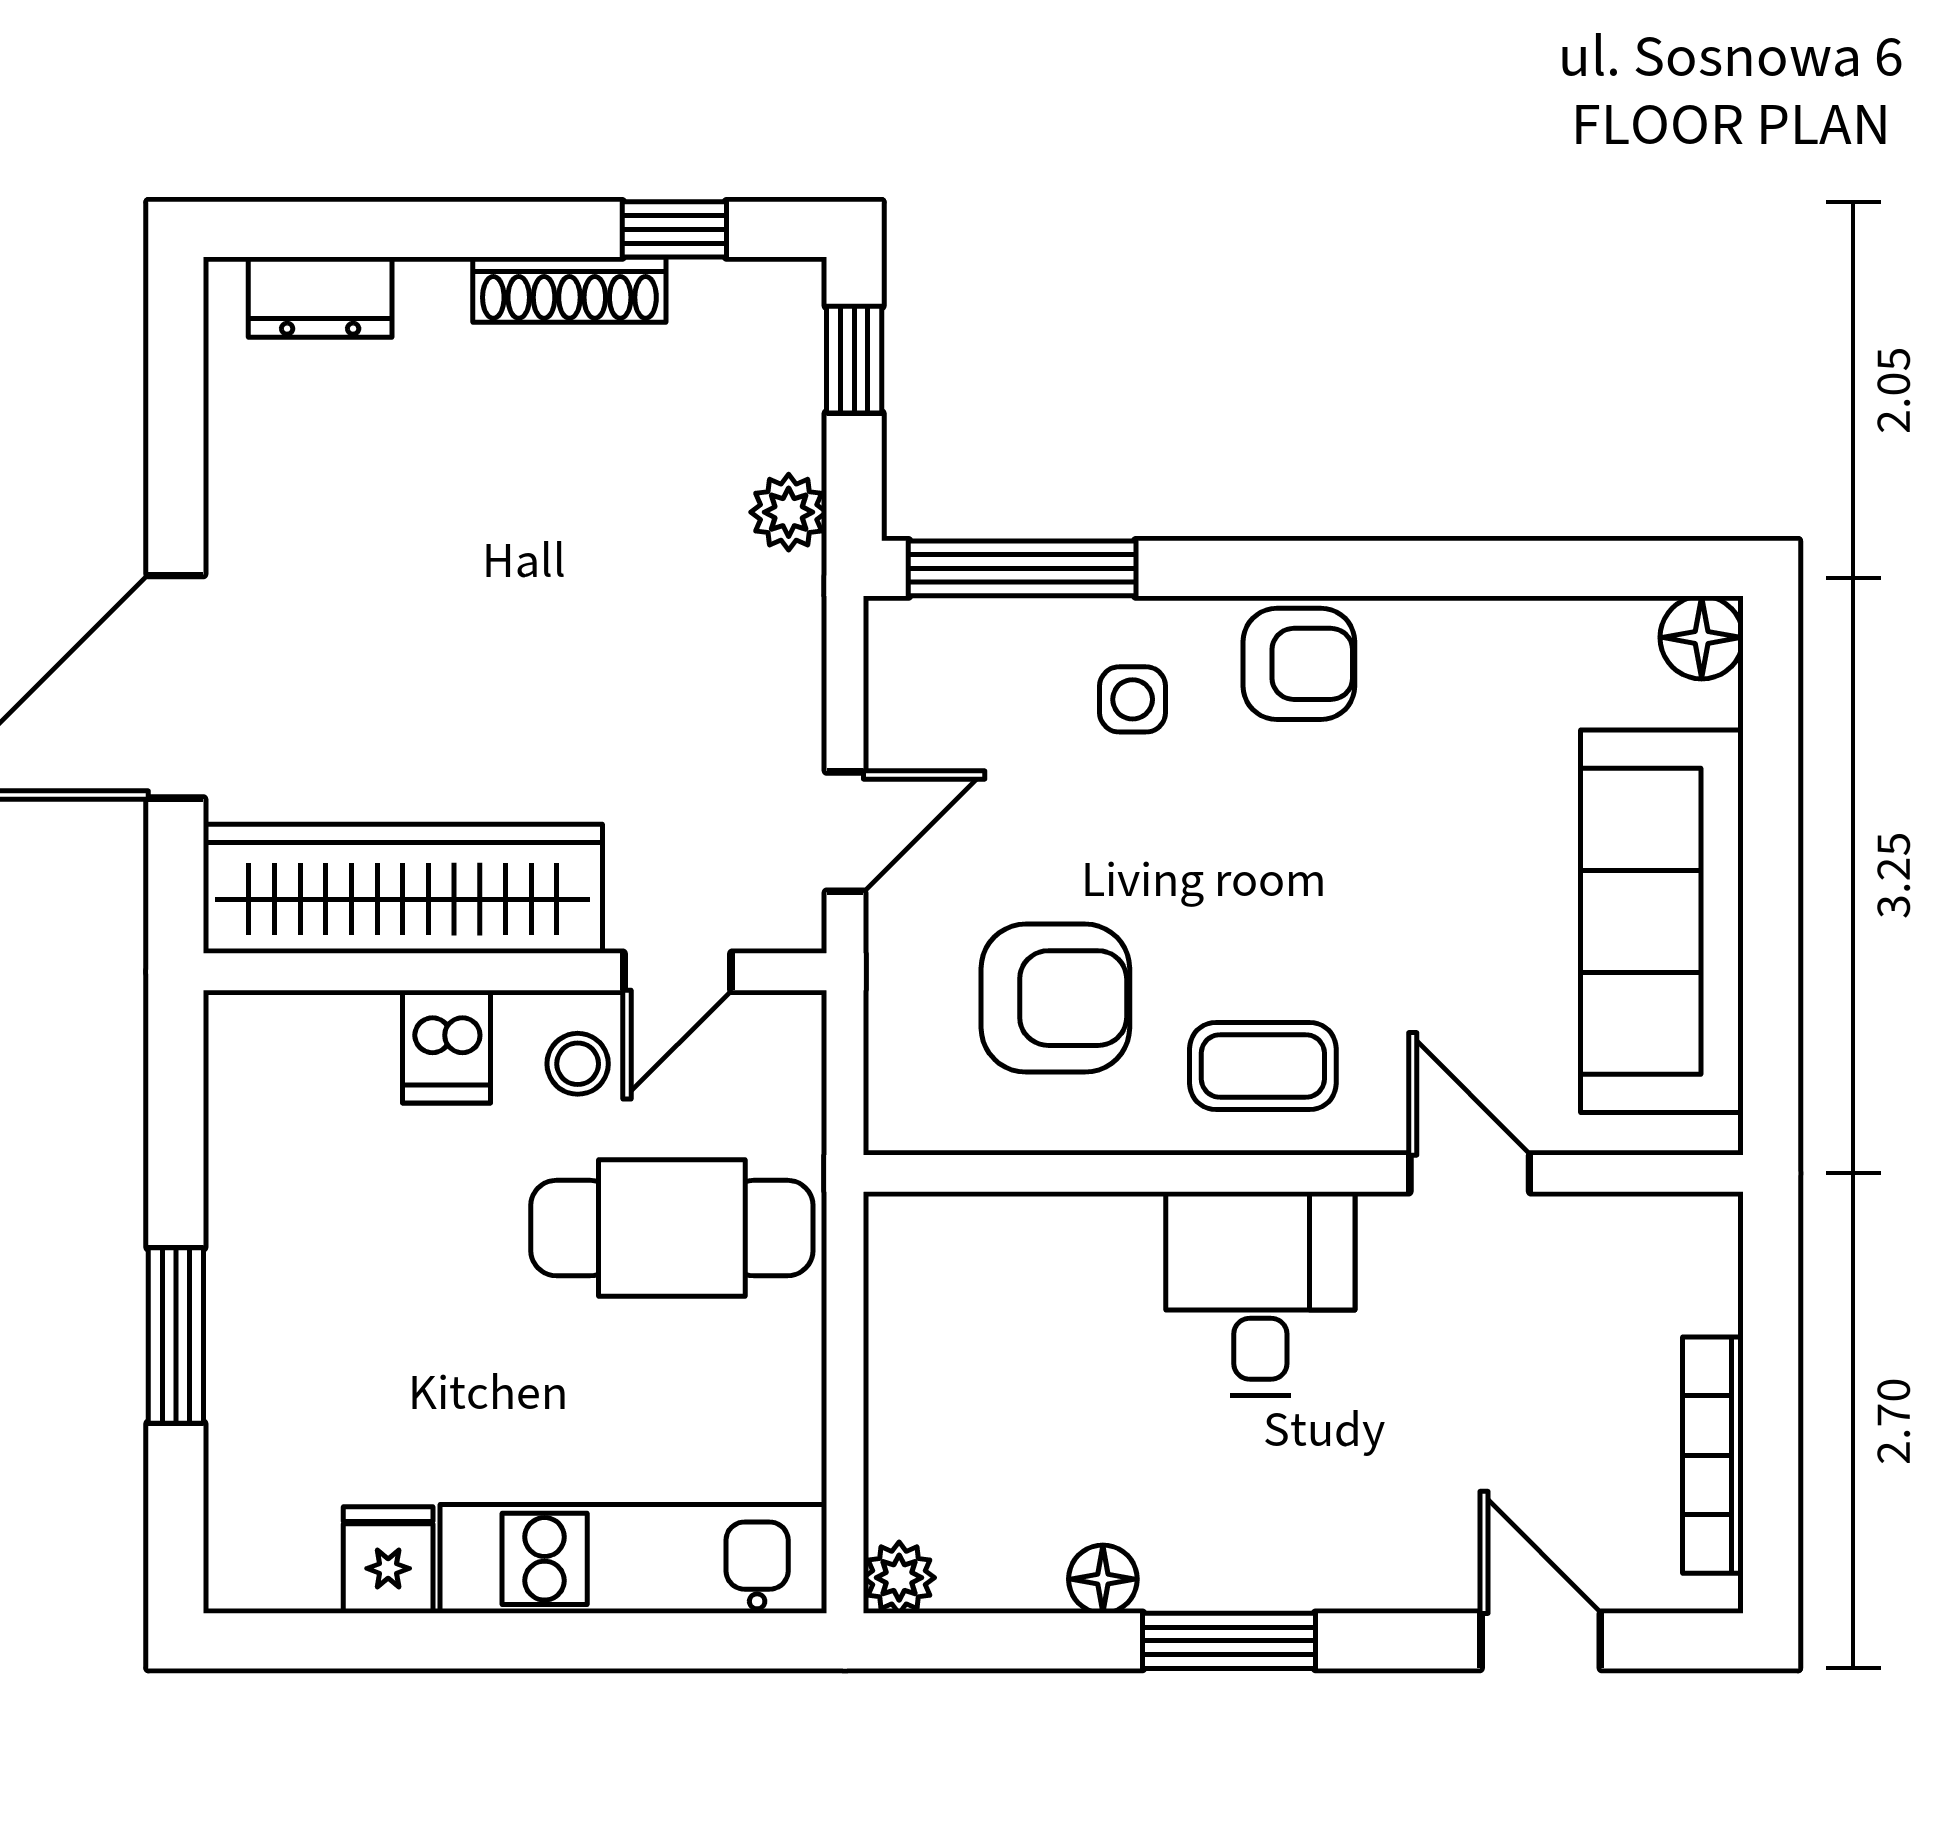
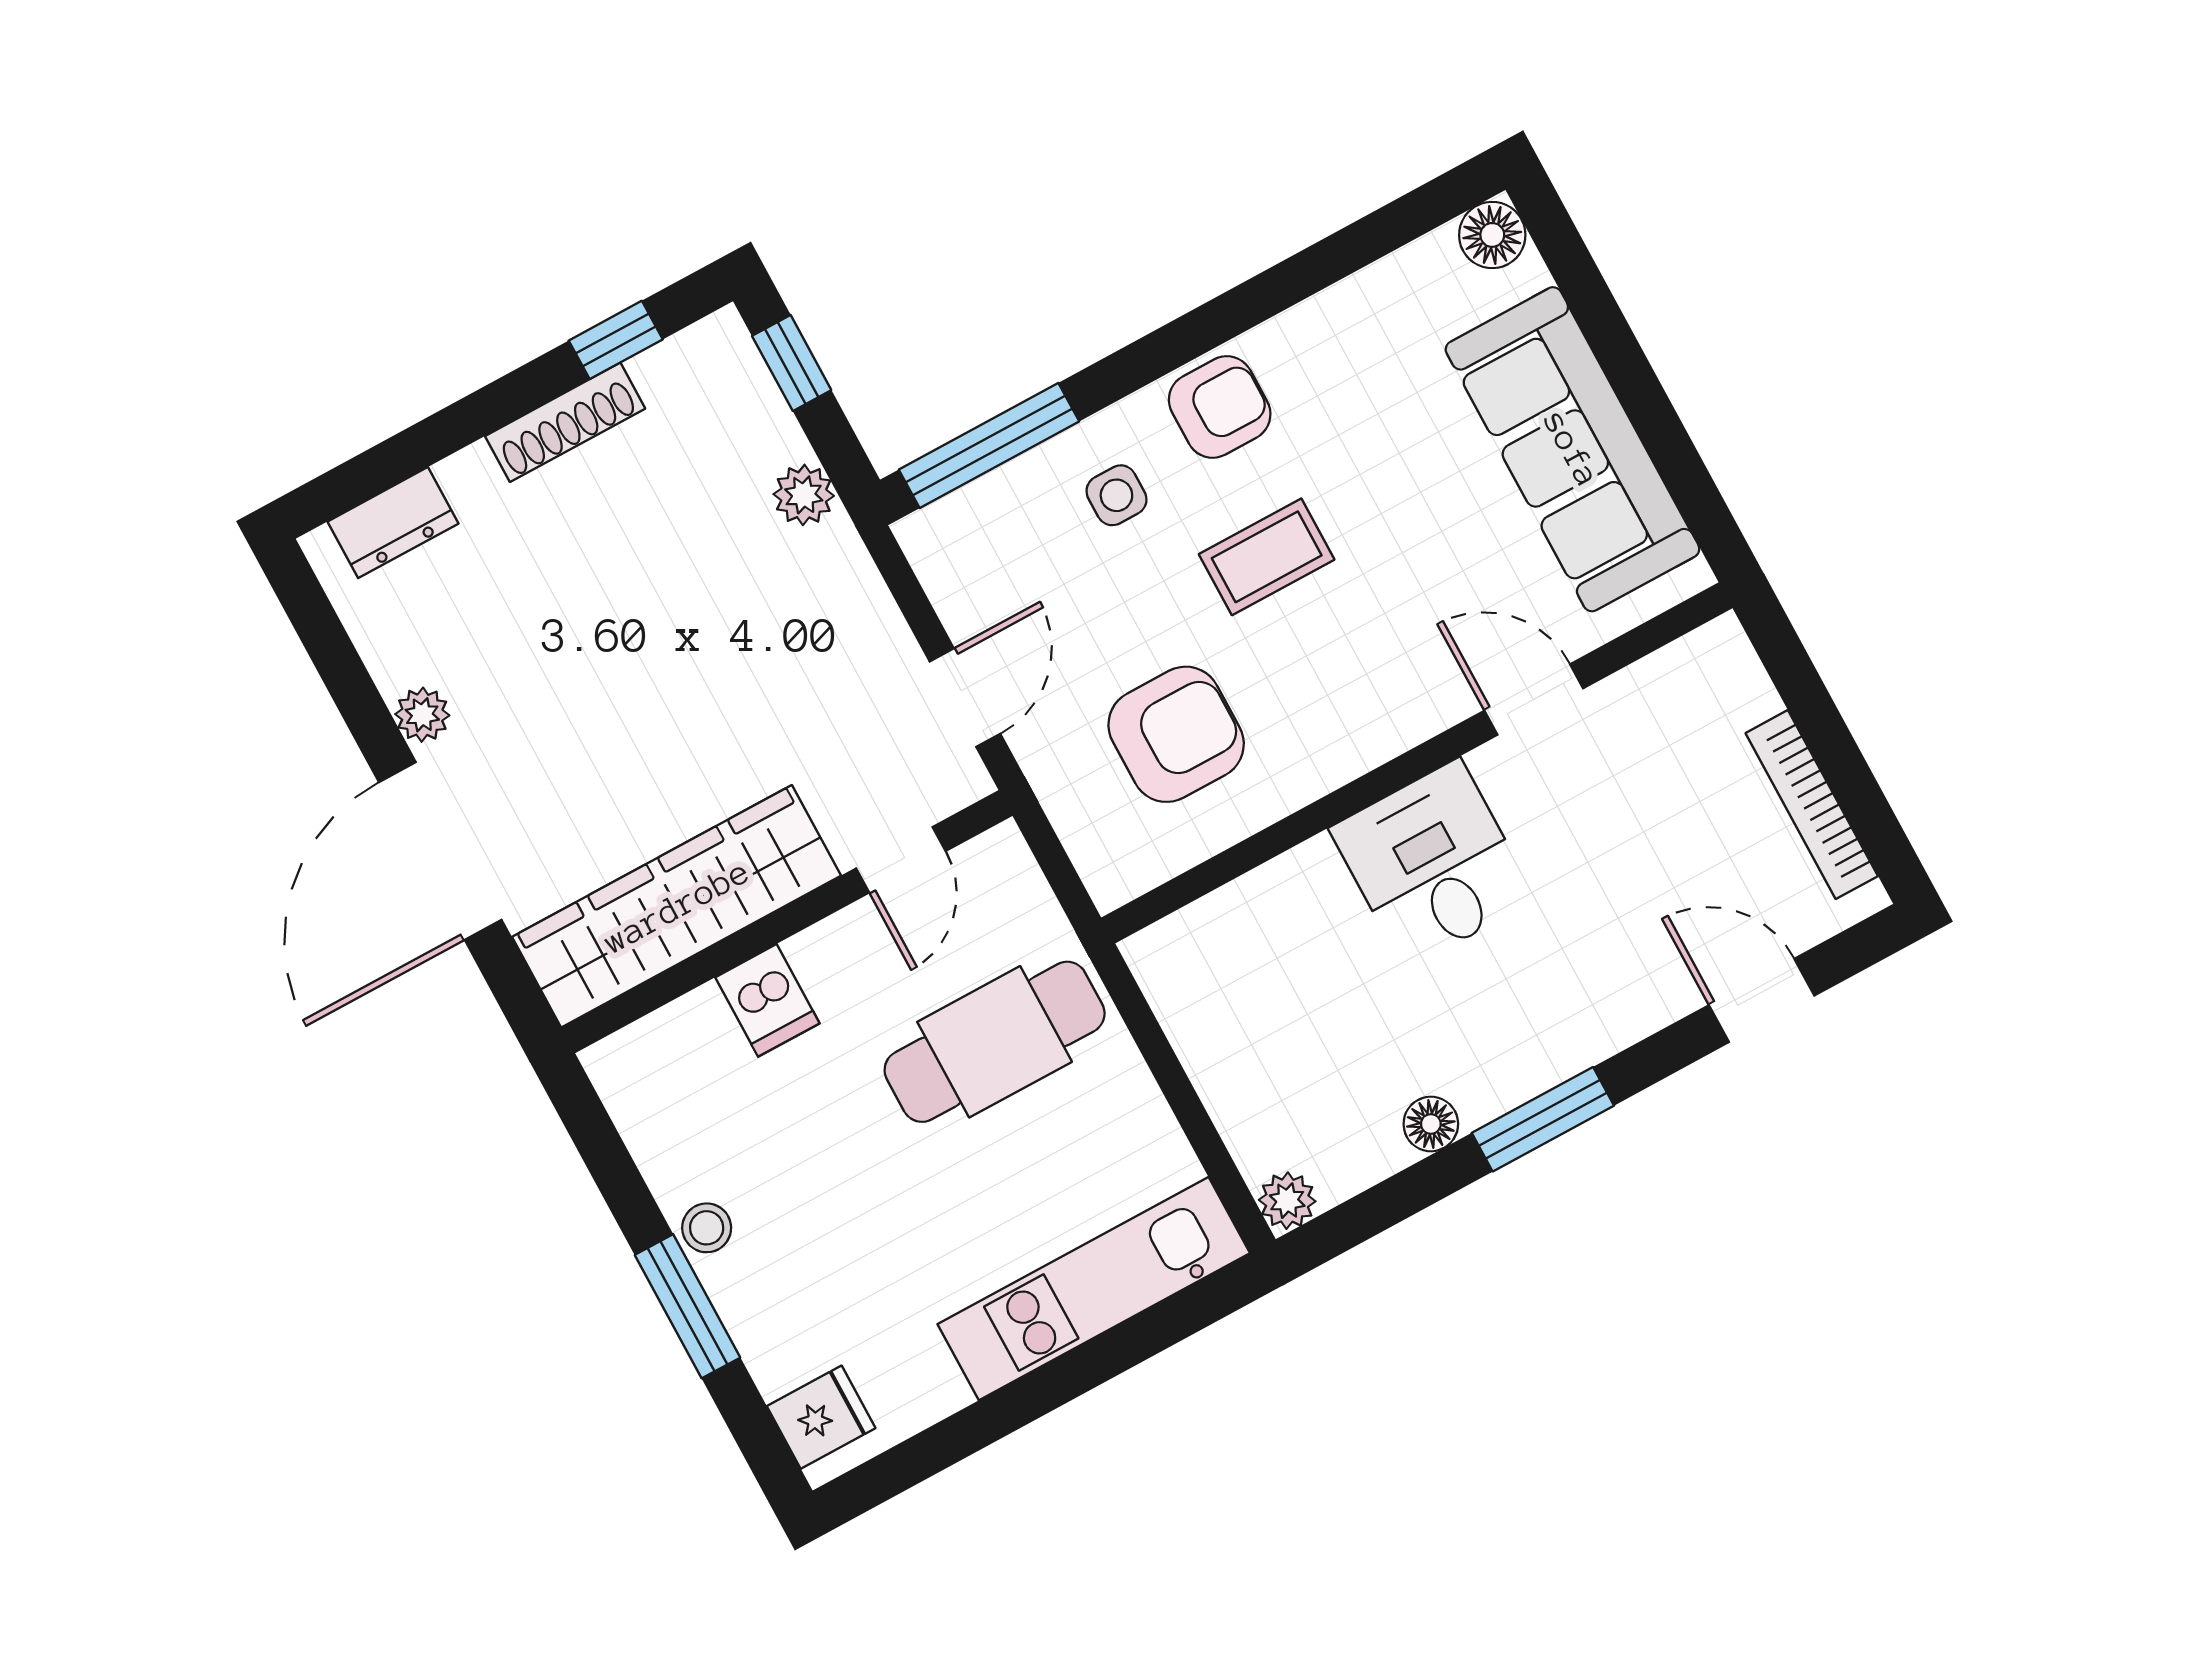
plant: (238, 526) -> (422, 715), added
stool: (578, 1064) -> (707, 1228), moved
coffee table: (1263, 1066) -> (1267, 557), moved
fridge: (388, 1560) -> (821, 1417), moved, turned 90

